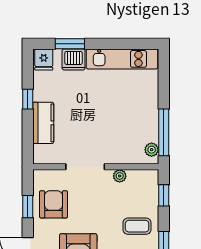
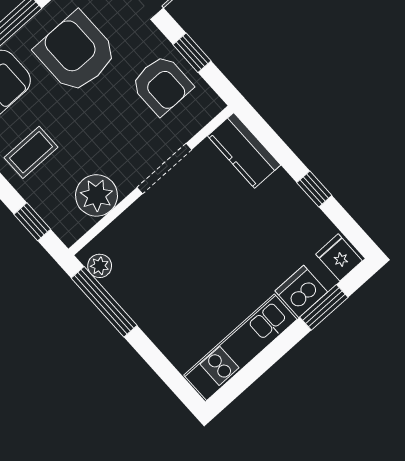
kitchen counter: (43, 123) -> (244, 150), moved
plant: (120, 176) -> (96, 195), width x1.87, depth x1.87

